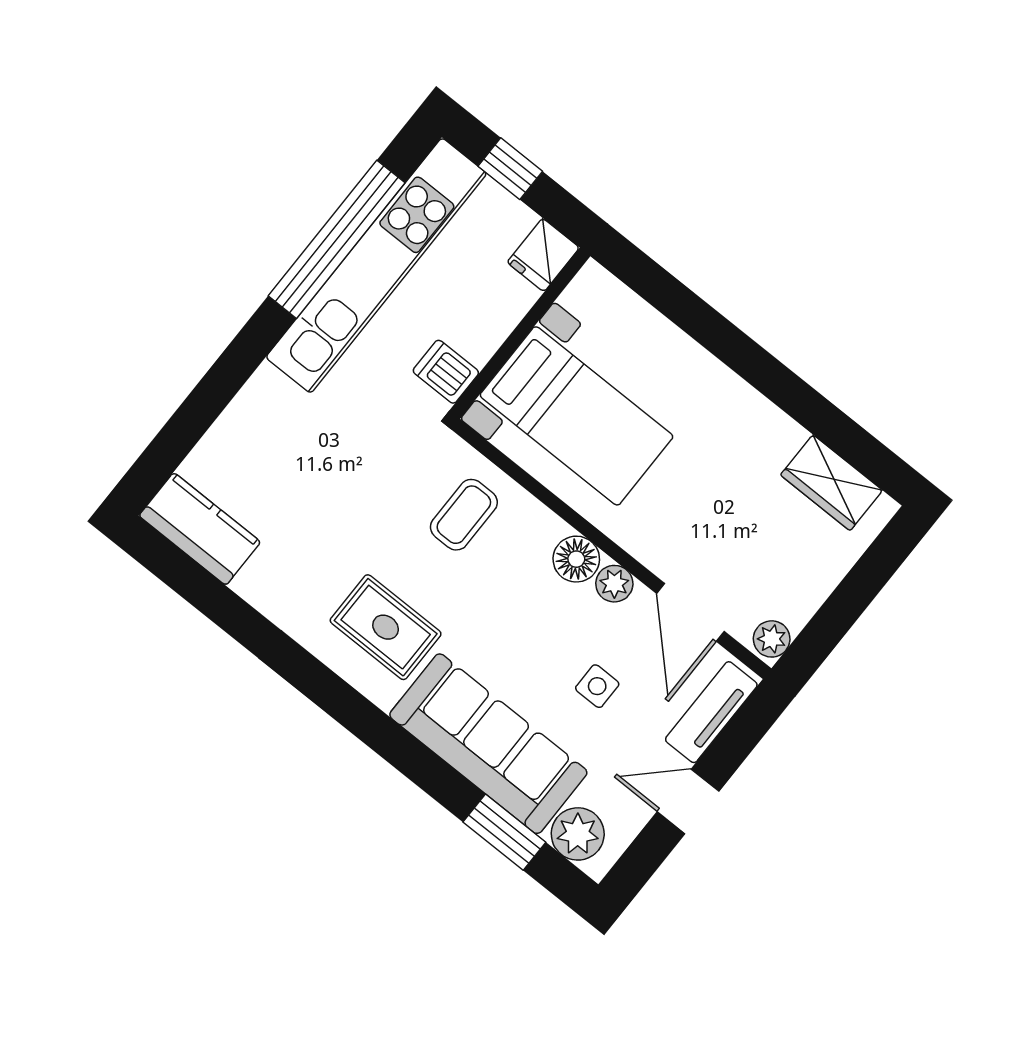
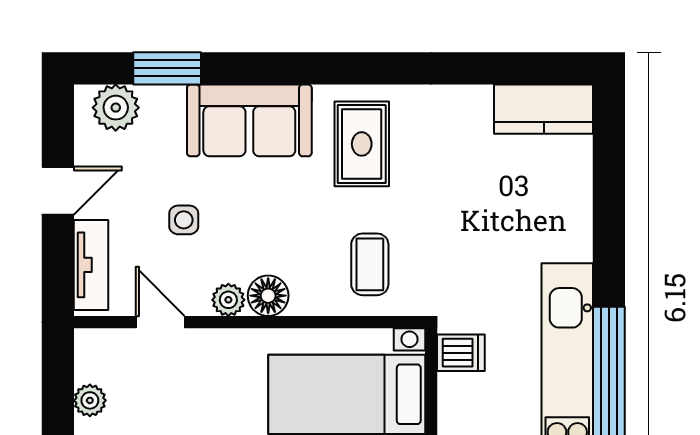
door: (691, 612) -> (160, 322), width x0.73
rug: (386, 627) -> (362, 144), turned 90
plant: (772, 639) -> (90, 400), moved
sofa: (488, 744) -> (249, 120), width x0.73

